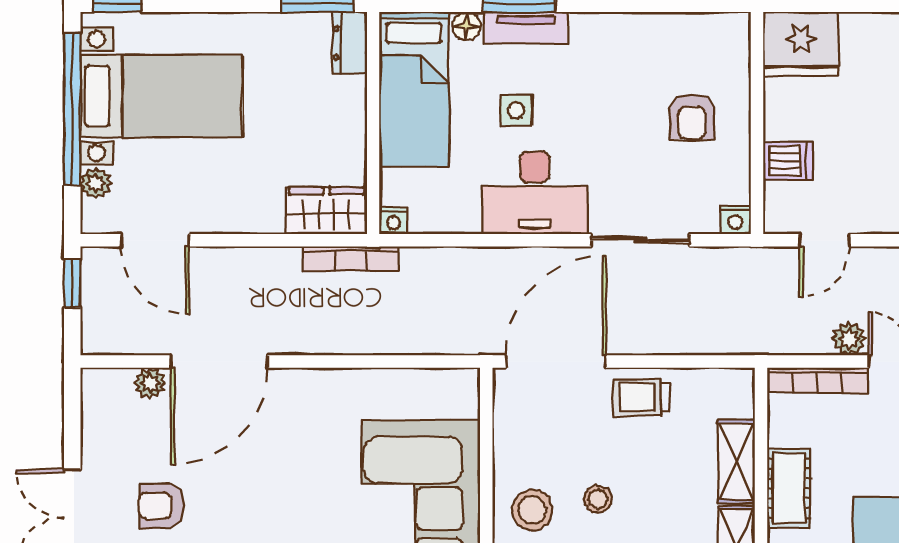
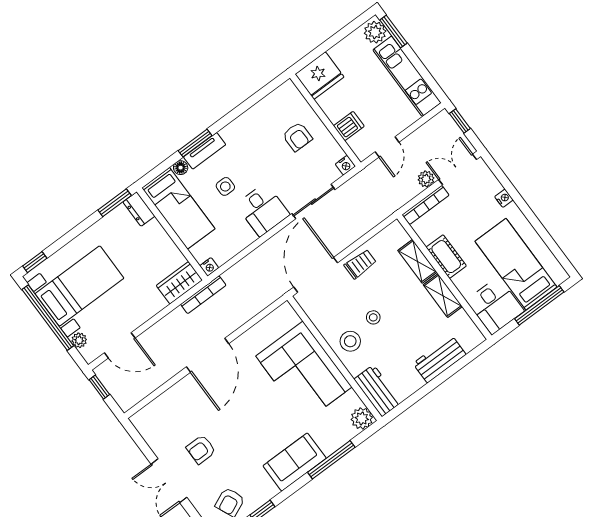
desk: (535, 193) -> (263, 210), width x0.73
door: (219, 361) -> (208, 355), moved
plant: (150, 383) -> (160, 404), removed
trolley: (641, 397) -> (360, 264), turned 180

